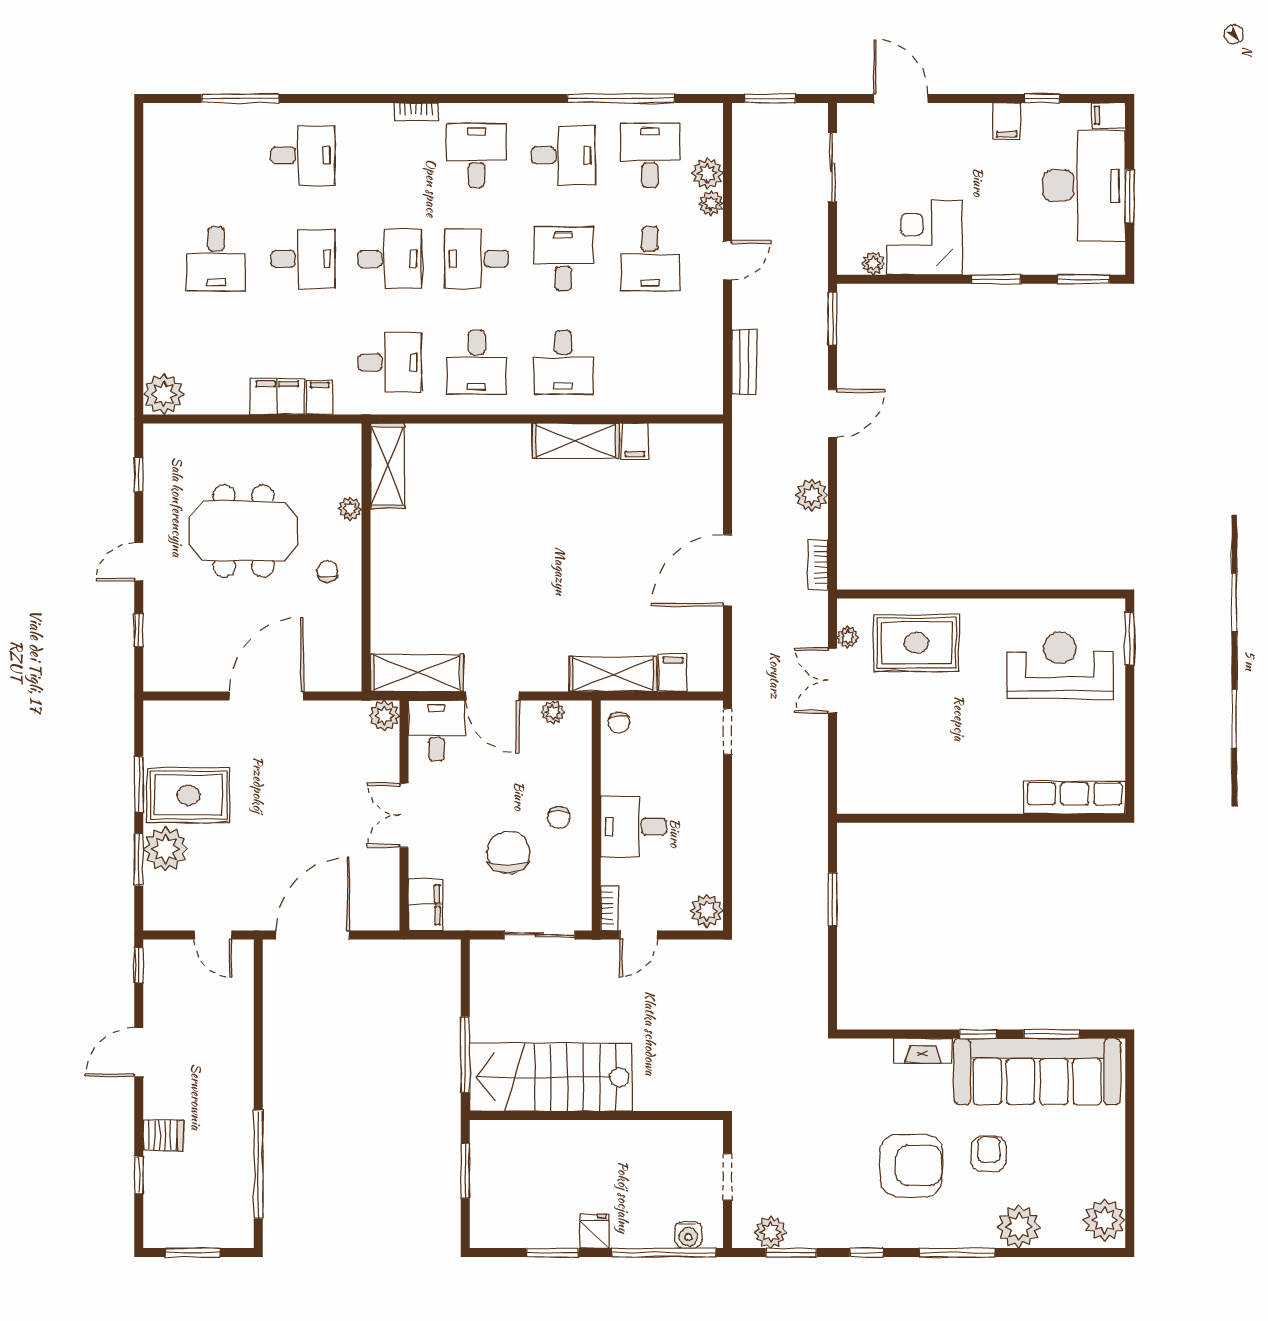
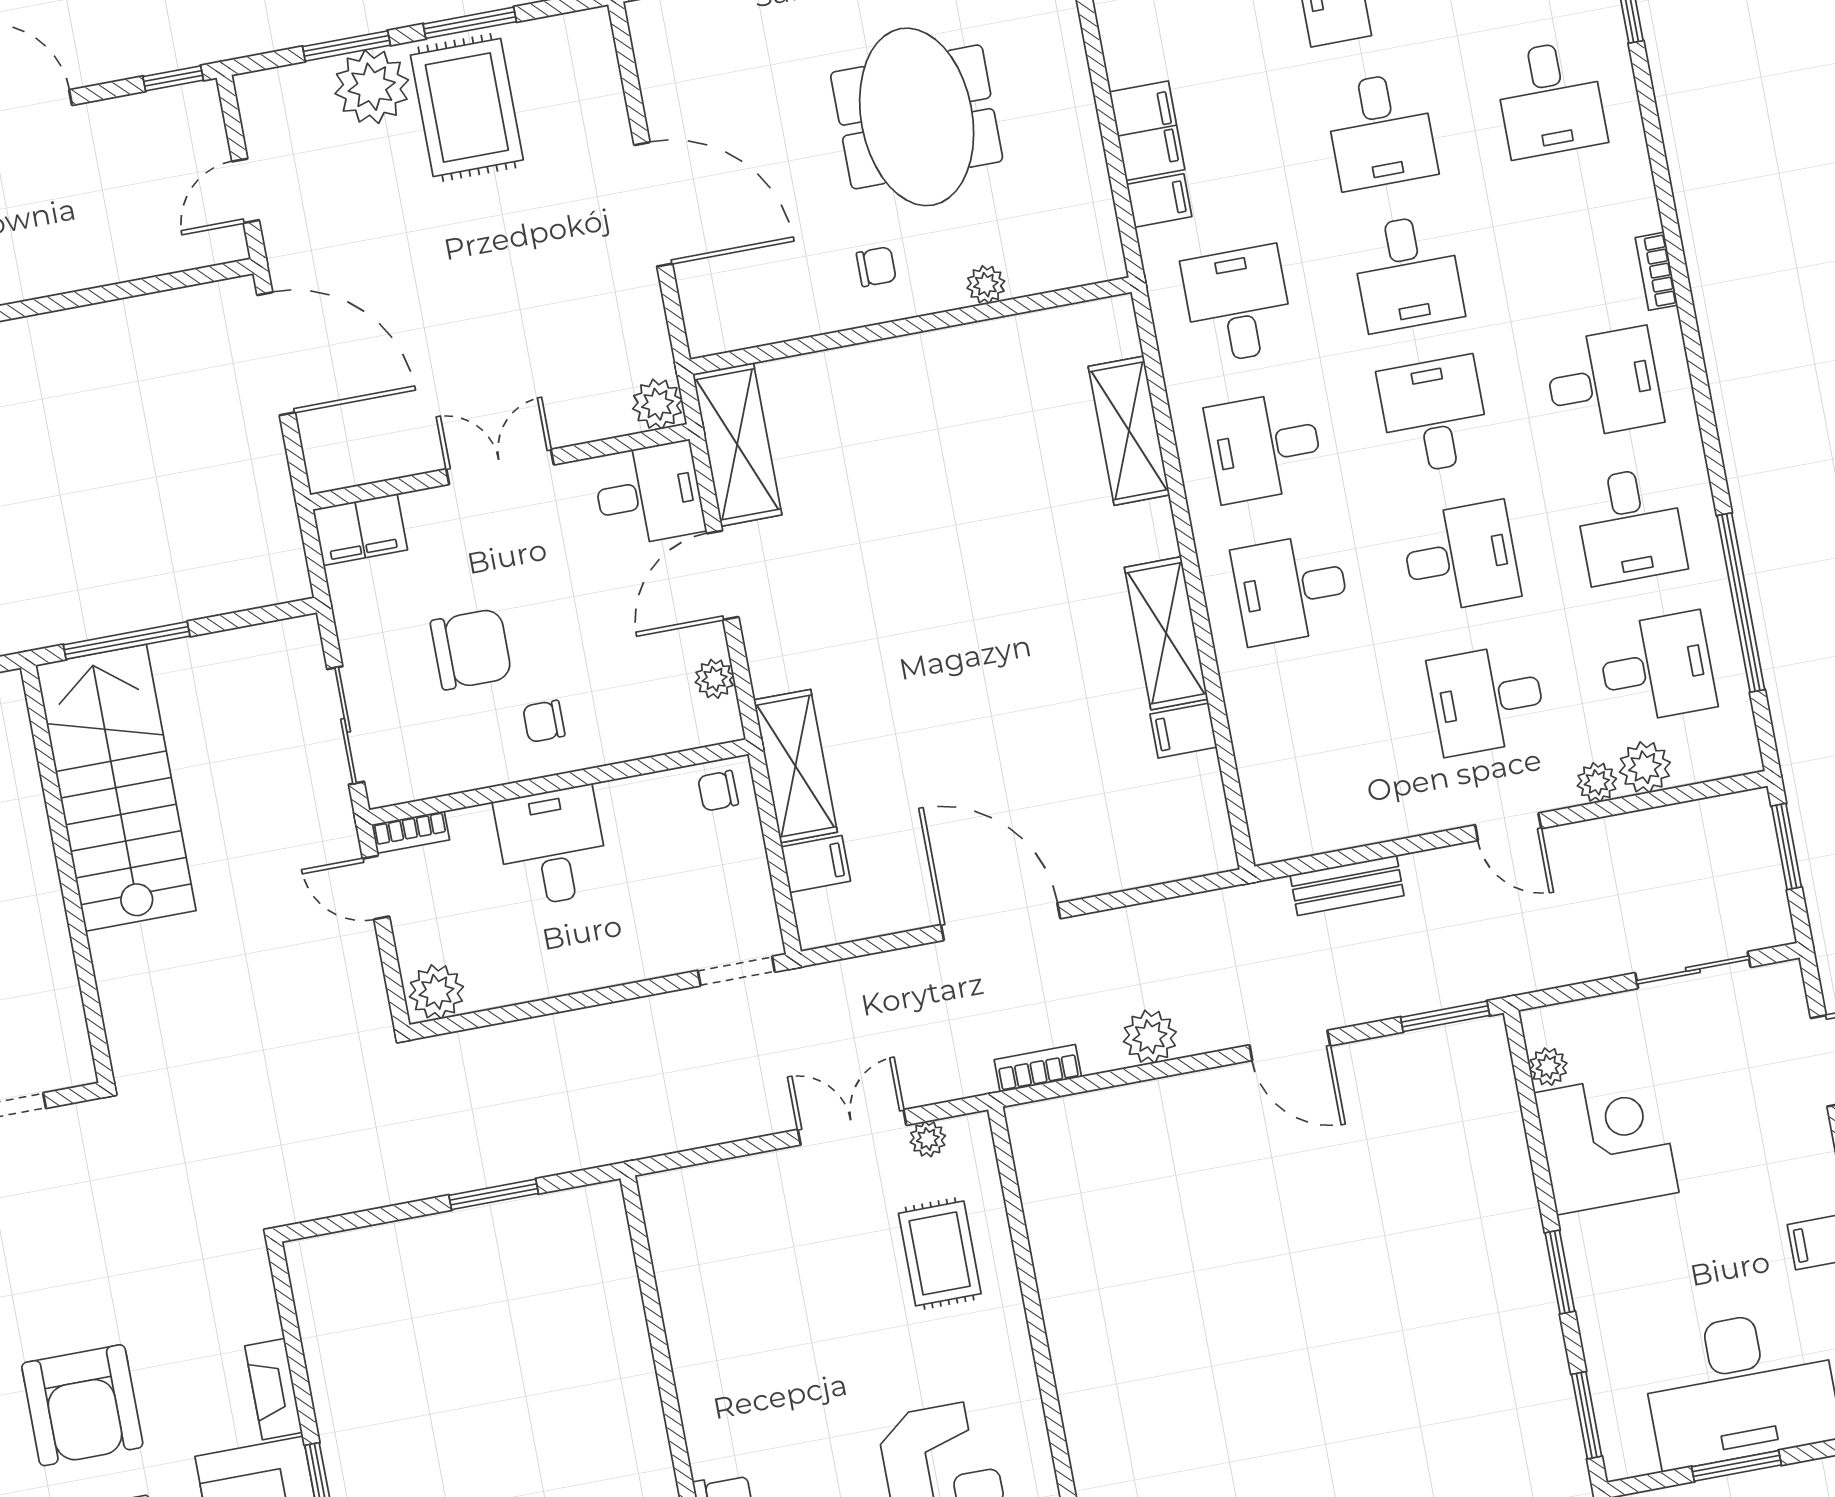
desk: (390, 362) -> (1238, 305), turned 180
shelving: (387, 466) -> (1129, 431), moved, turned 90
rug: (916, 643) -> (940, 1253), width x0.73, depth x0.70

